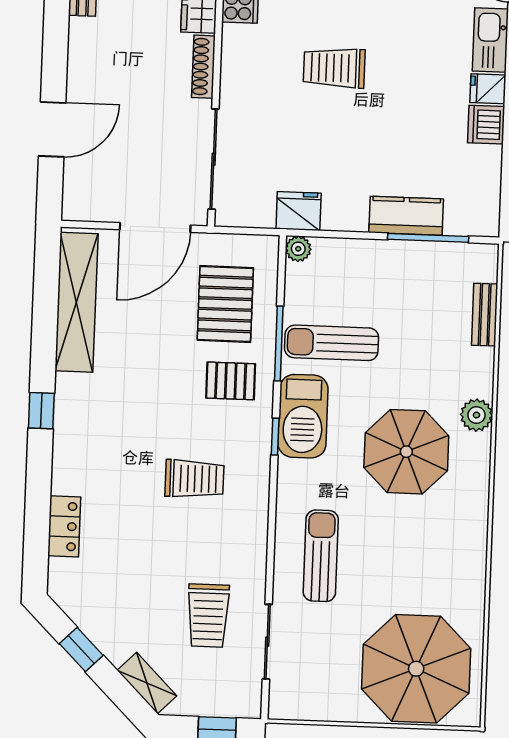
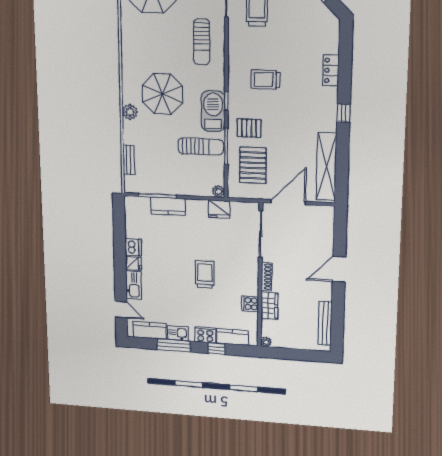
trolley: (334, 68) -> (205, 275), turned -90
door: (52, 129) -> (339, 269), moved
locker: (64, 526) -> (331, 70), moved

